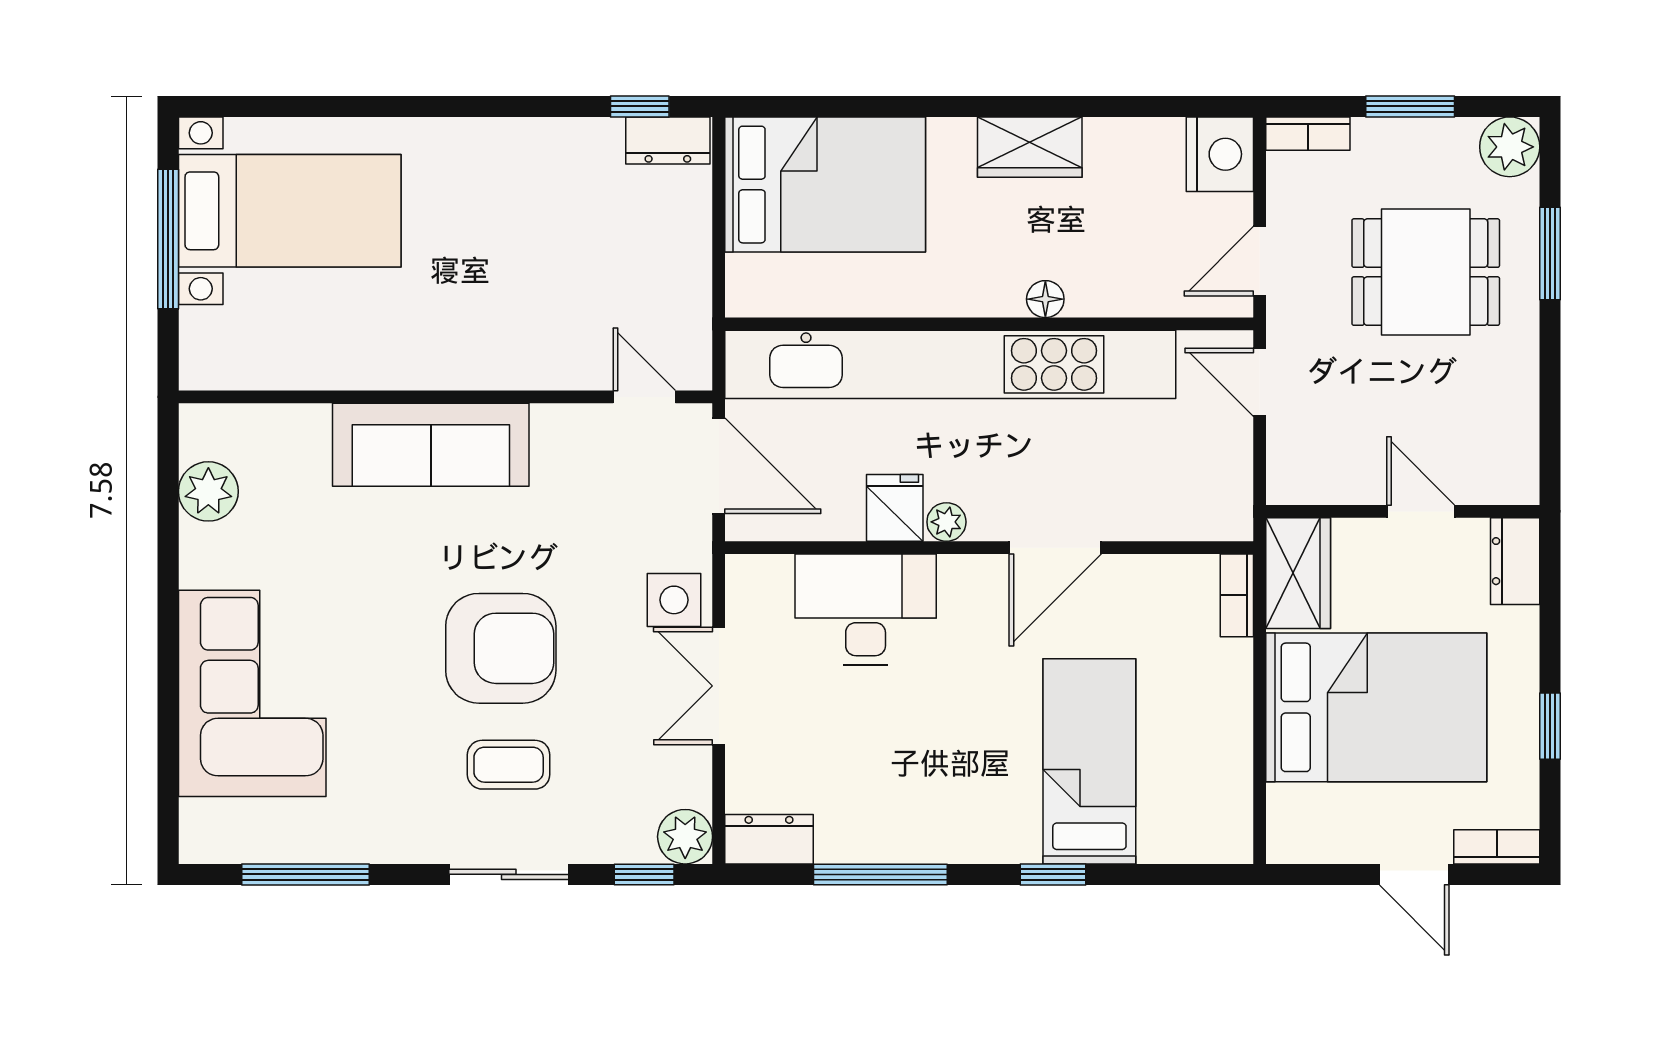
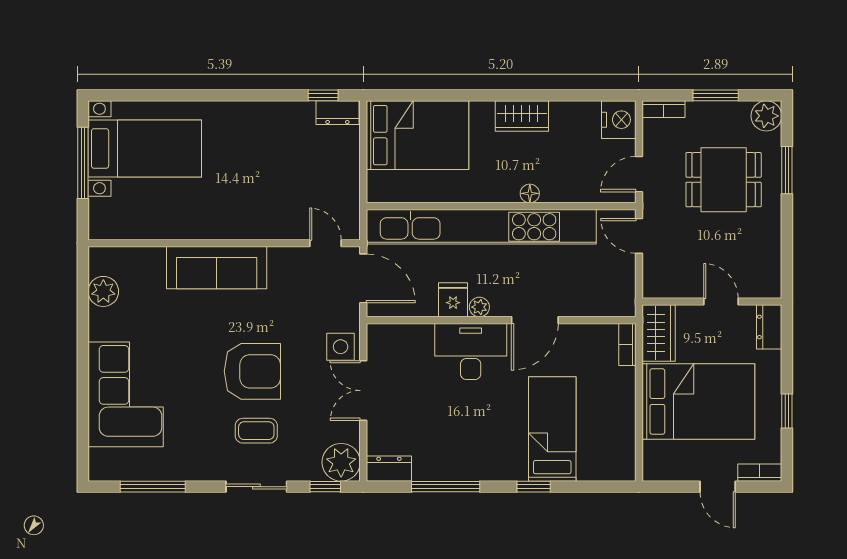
desk: (866, 609) -> (471, 352), moved
plant: (685, 837) -> (341, 462), width x1.36, depth x1.36

